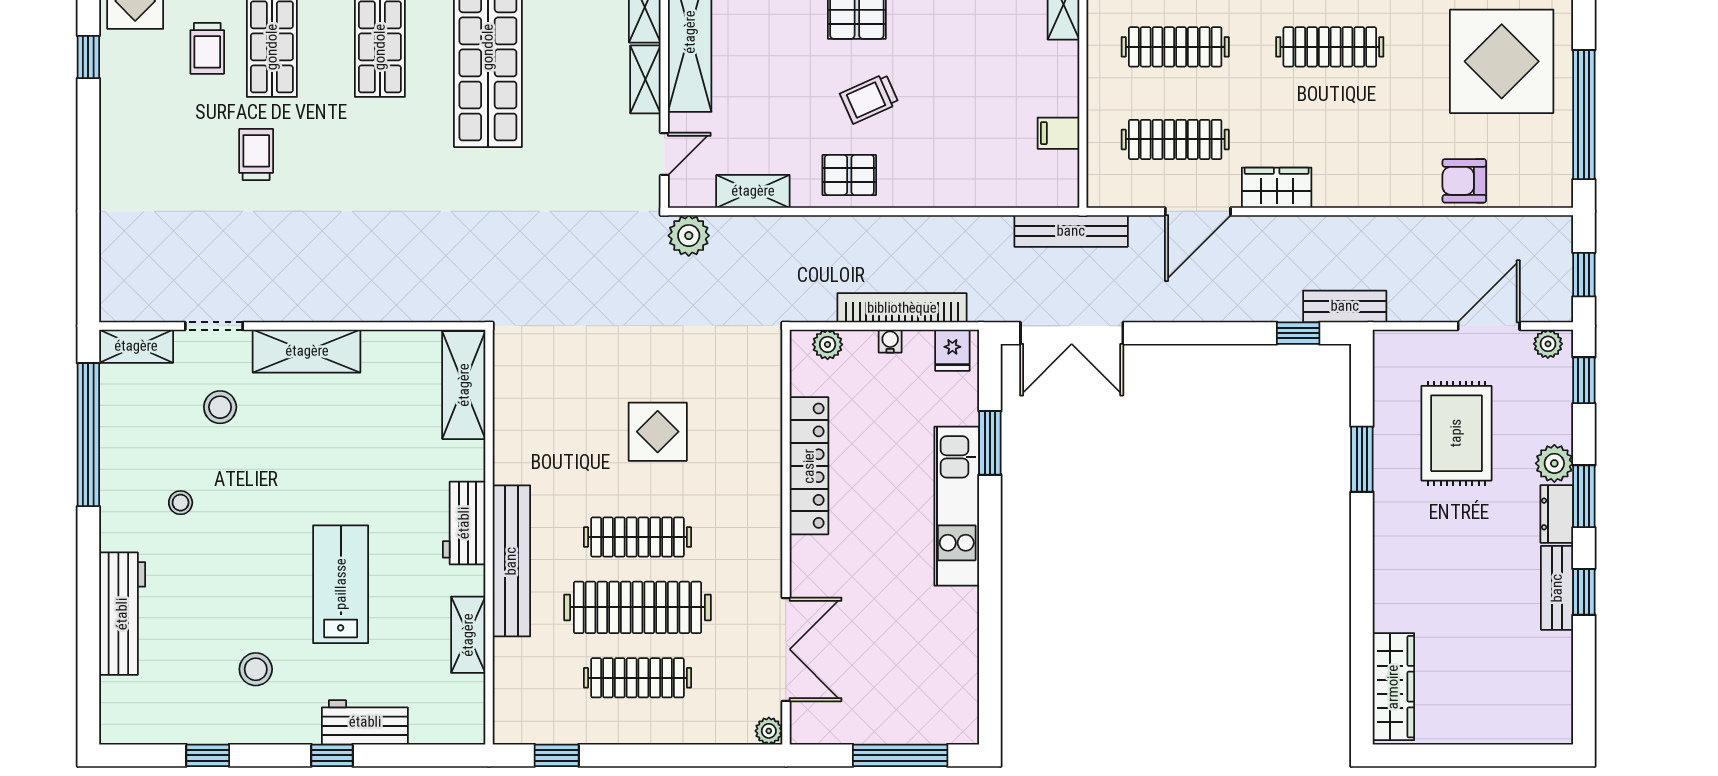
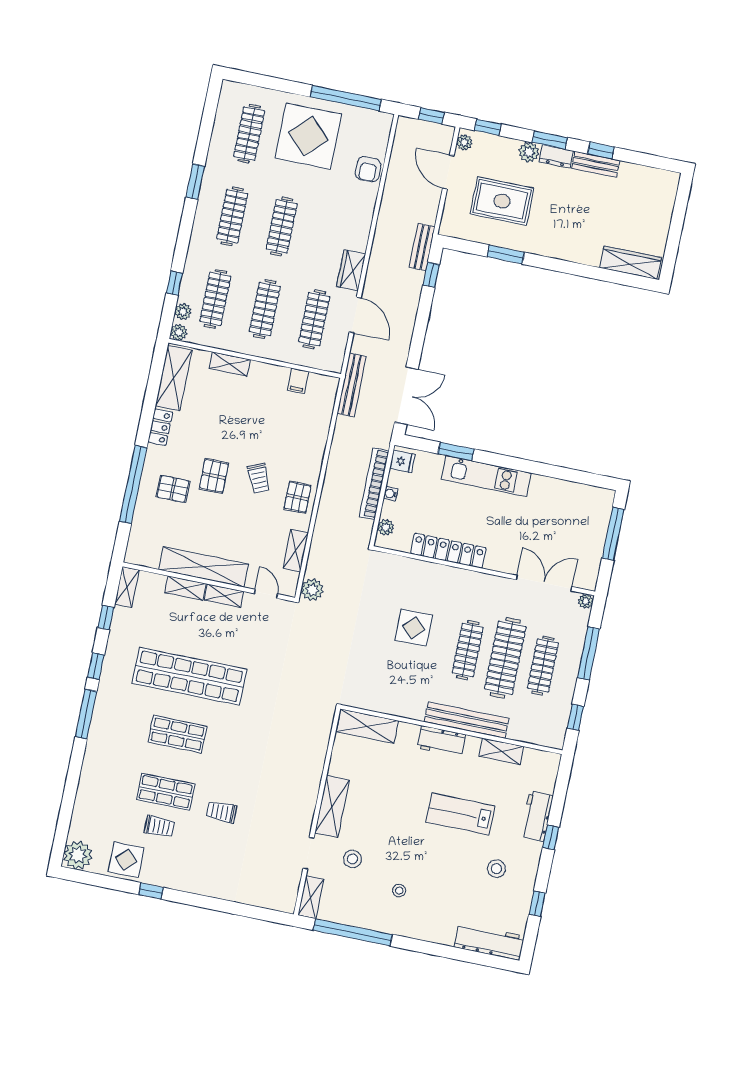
workbench: (122, 614) -> (489, 942), moved
window: (676, 755) -> (589, 653), added

